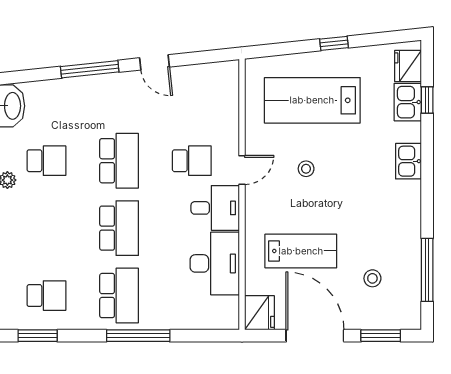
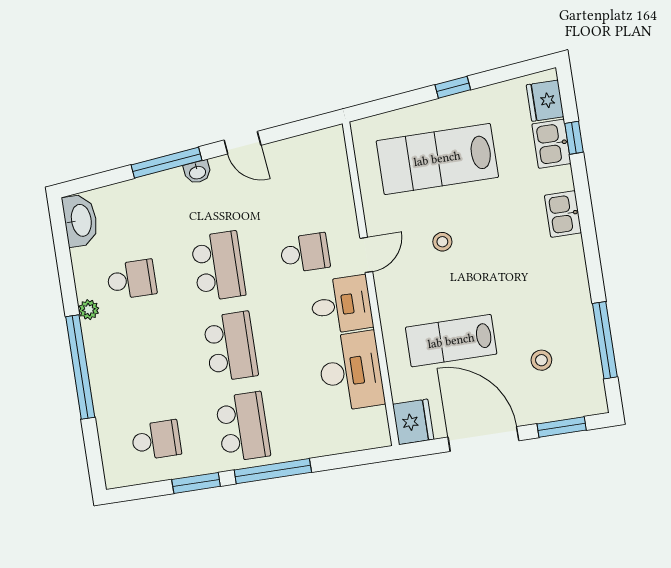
washbasin: (114, 81) -> (197, 172), added
lab bench: (301, 251) -> (451, 341), turned 180
window: (38, 336) -> (196, 483), moved

